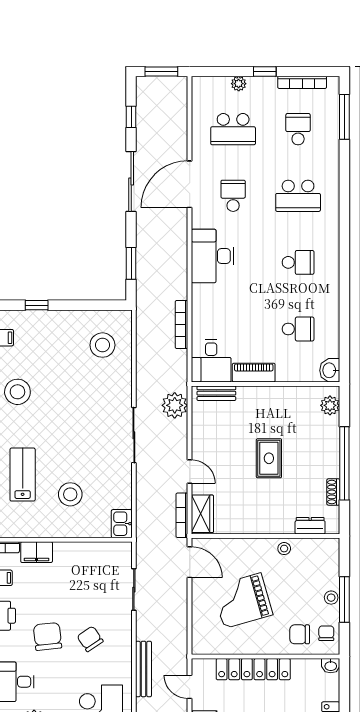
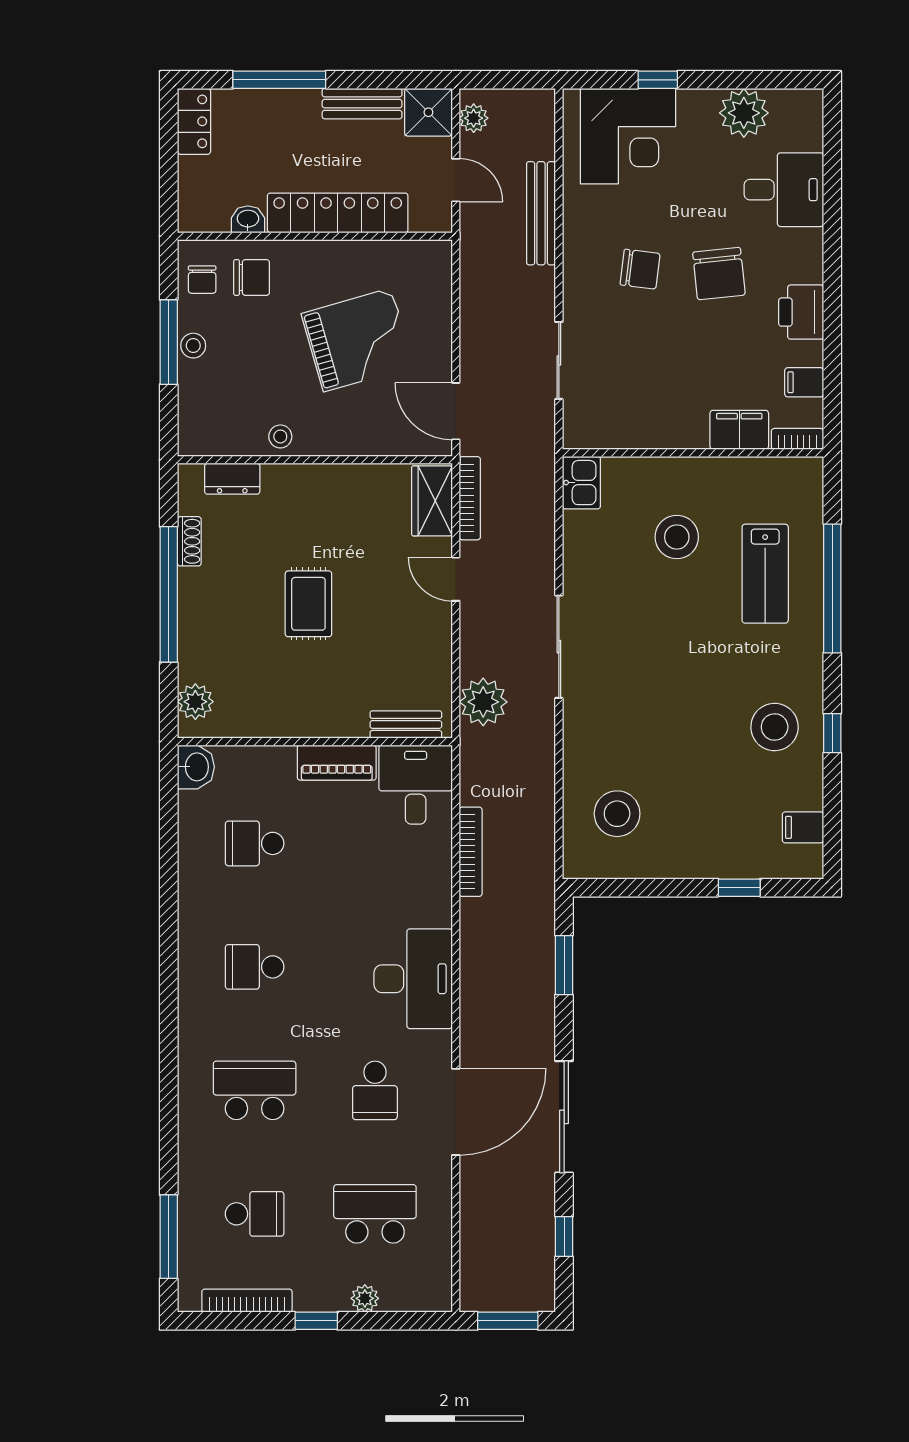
school desk: (298, 129) -> (255, 1214), turned -90
chair: (90, 639) -> (640, 269), turned -49
washbasin: (331, 666) -> (248, 219), moved

